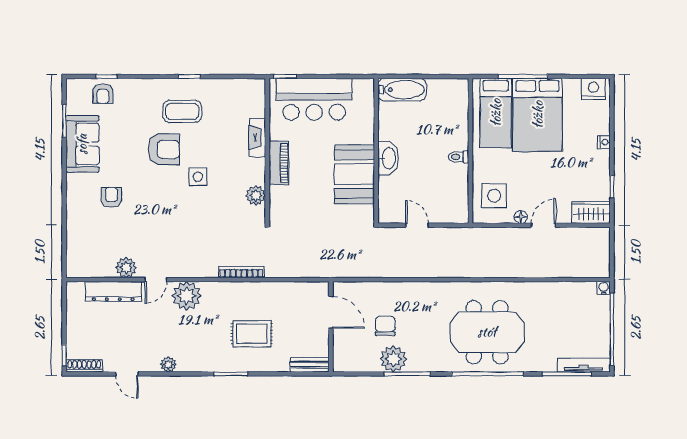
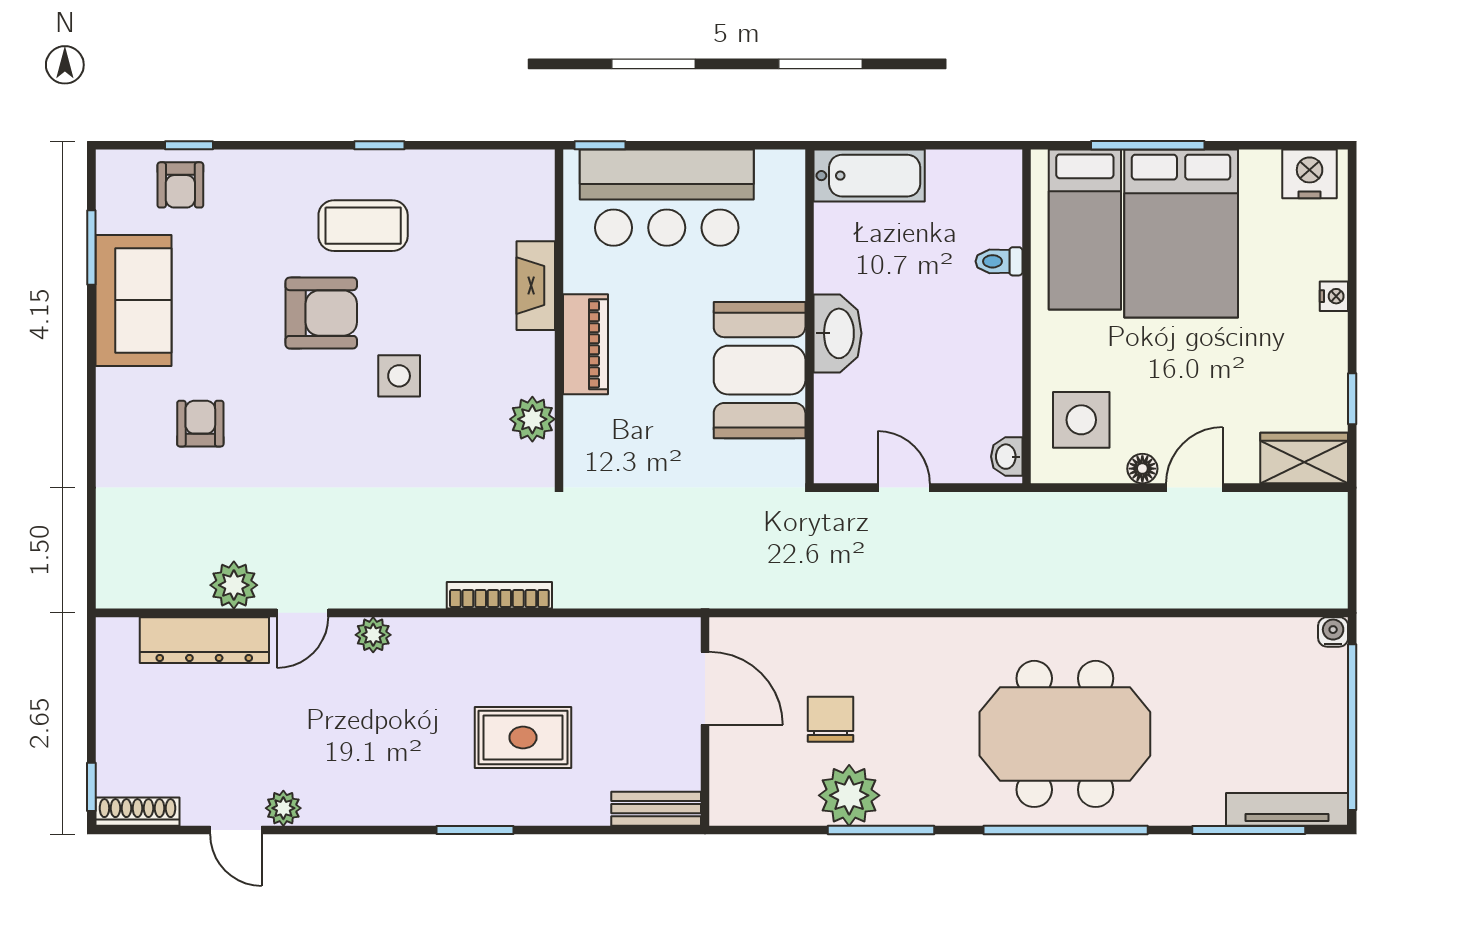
toilet: (458, 157) -> (999, 261), moved
washbasin: (462, 212) -> (1007, 457), added
plant: (187, 296) -> (373, 635), width x0.53, depth x0.53
plant: (168, 364) -> (283, 808), moved

